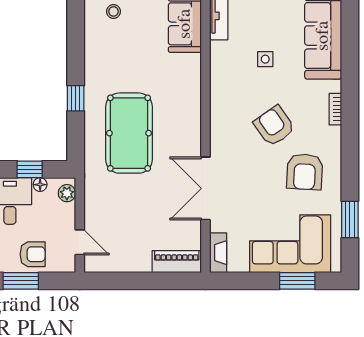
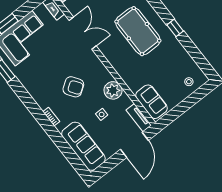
plant: (225, 80) -> (113, 90), added
armchair: (305, 172) -> (43, 77), removed

